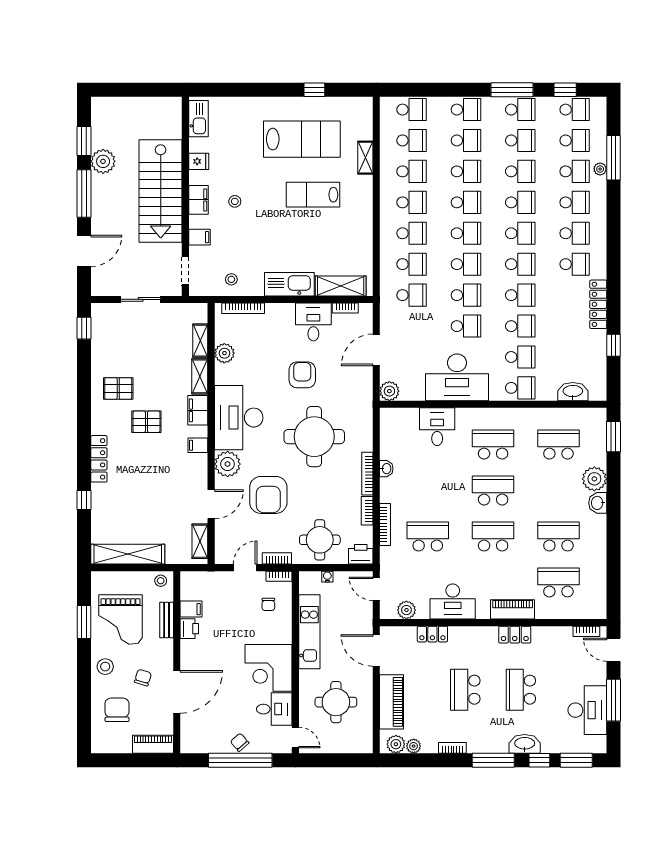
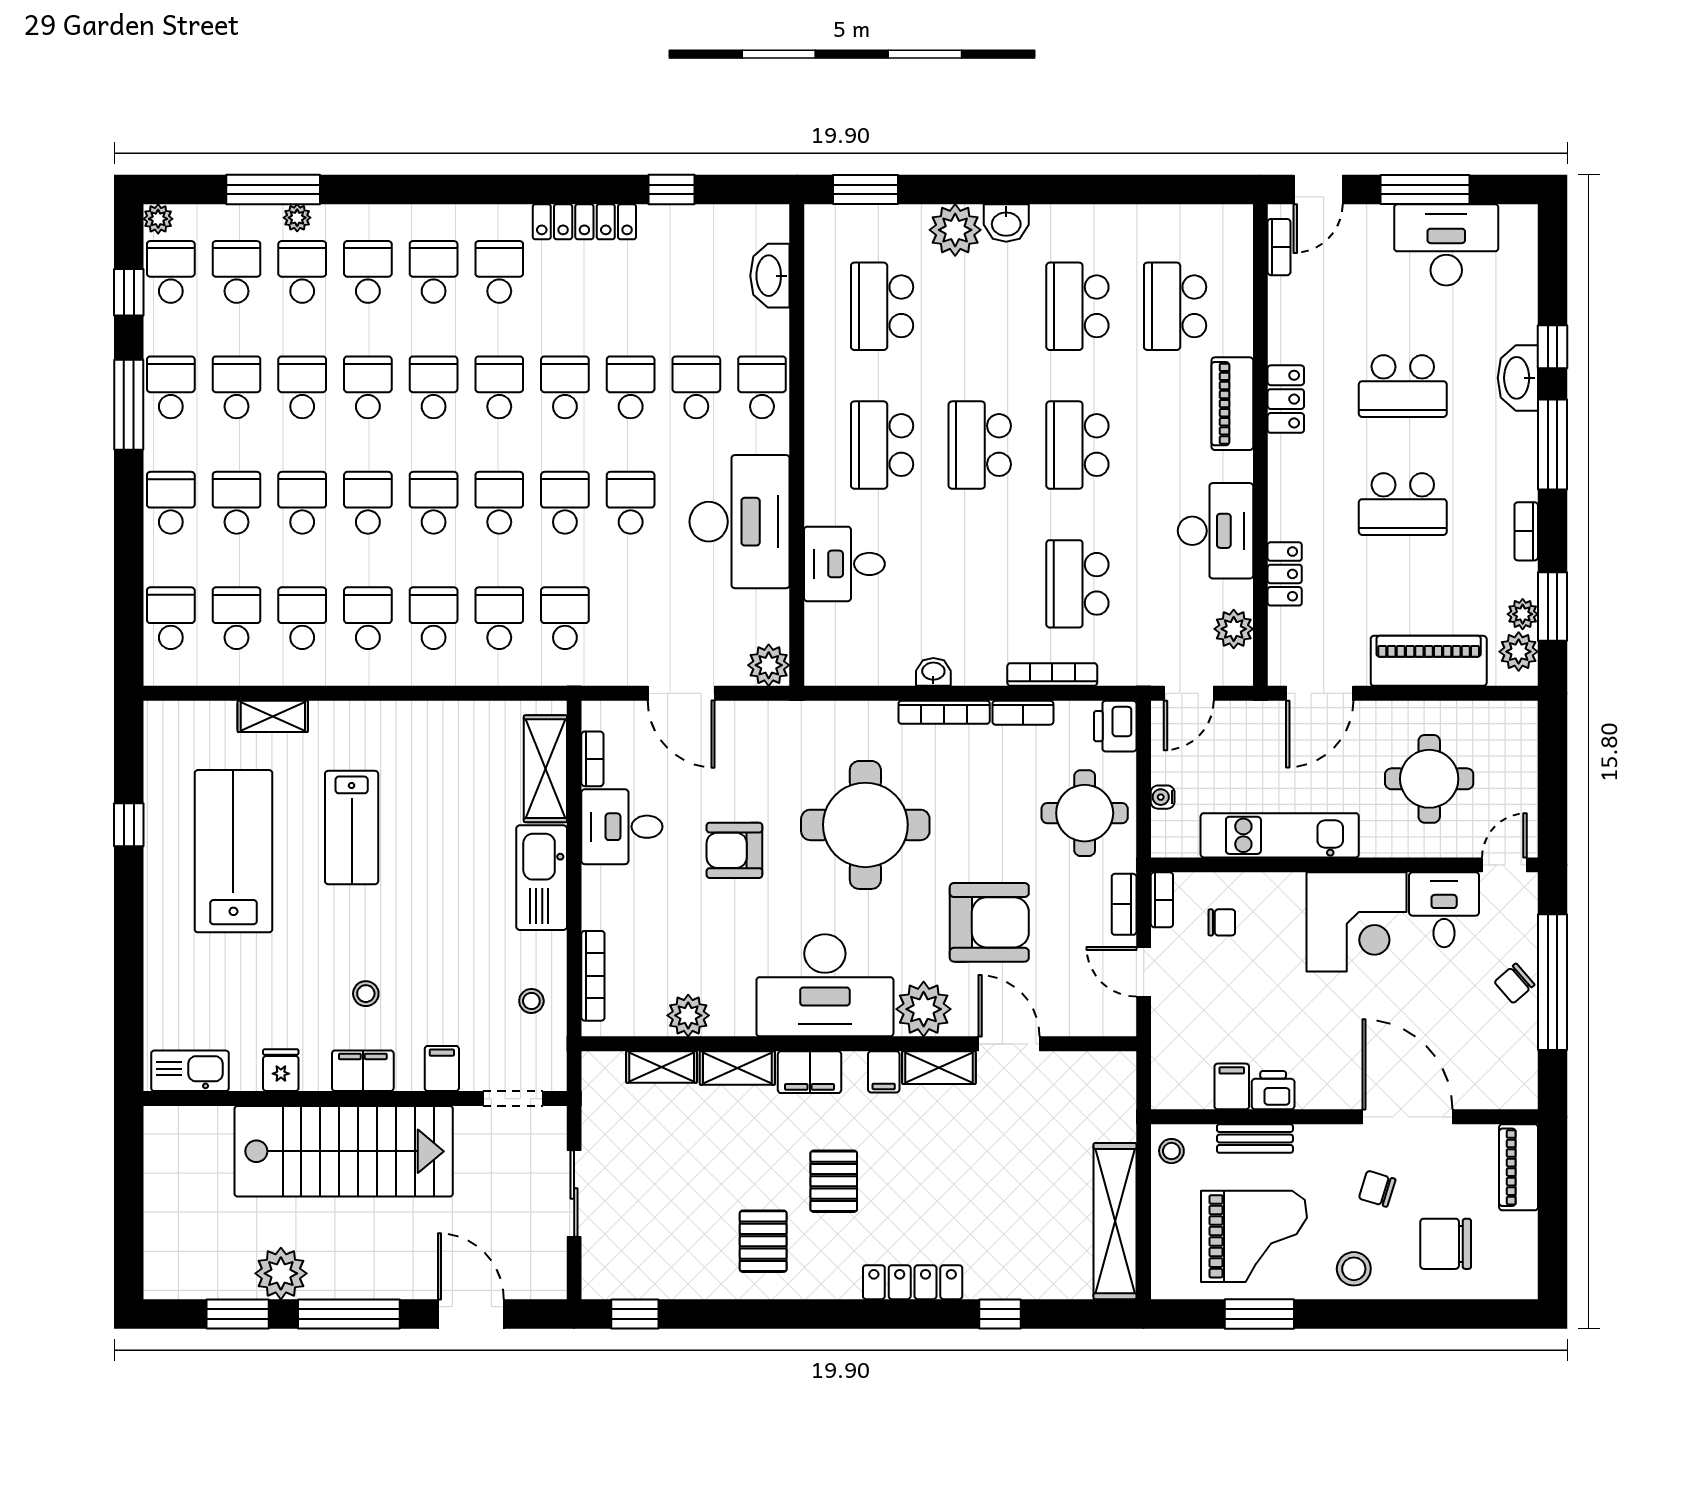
plant: (600, 104) -> (158, 219), added
shelving: (200, 541) -> (939, 1068), moved
window: (576, 760) -> (1552, 607), moved

